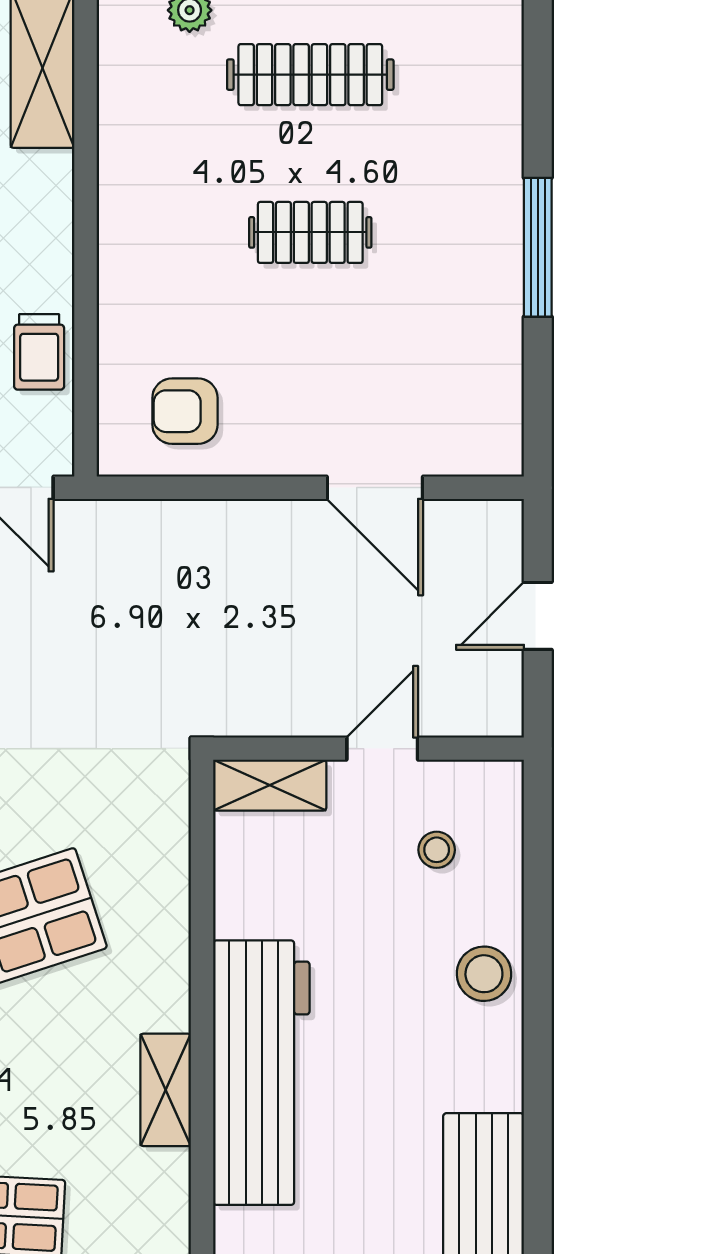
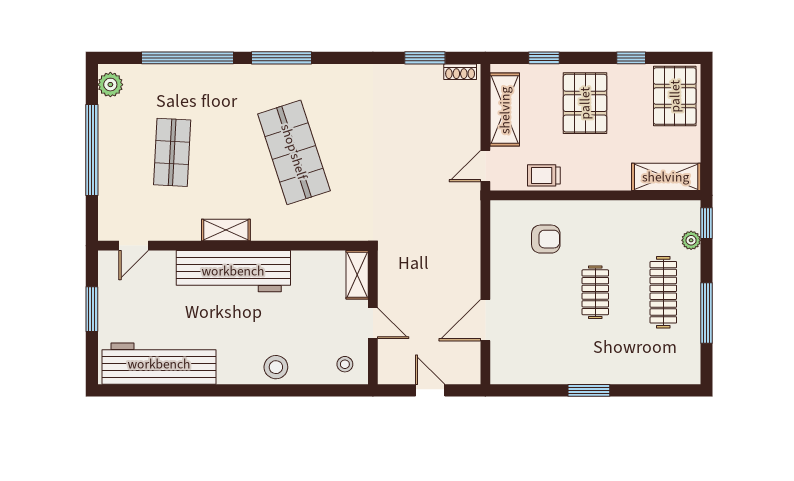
window: (538, 247) -> (589, 390), width x0.69
armchair: (185, 411) -> (546, 239), moved, turned 90
stool: (437, 850) -> (345, 364), moved

